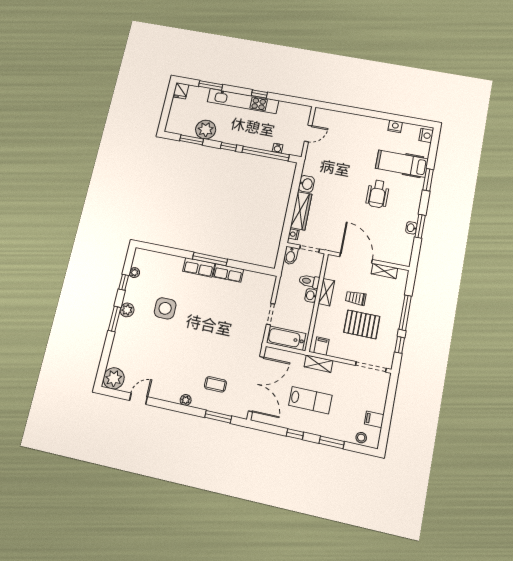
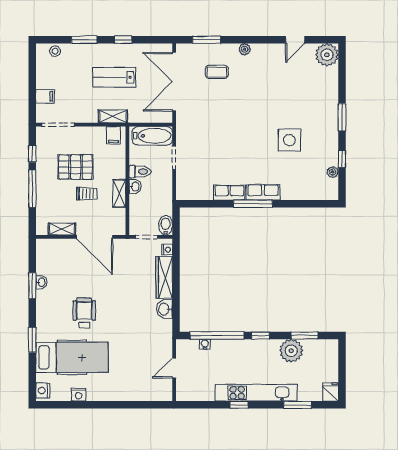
hospital bed: (402, 164) -> (72, 357), width x1.37, depth x1.29
toilet: (309, 281) -> (140, 172), moved
plant: (127, 310) -> (331, 130), removed
filing cabinet: (374, 419) -> (45, 96), moved

